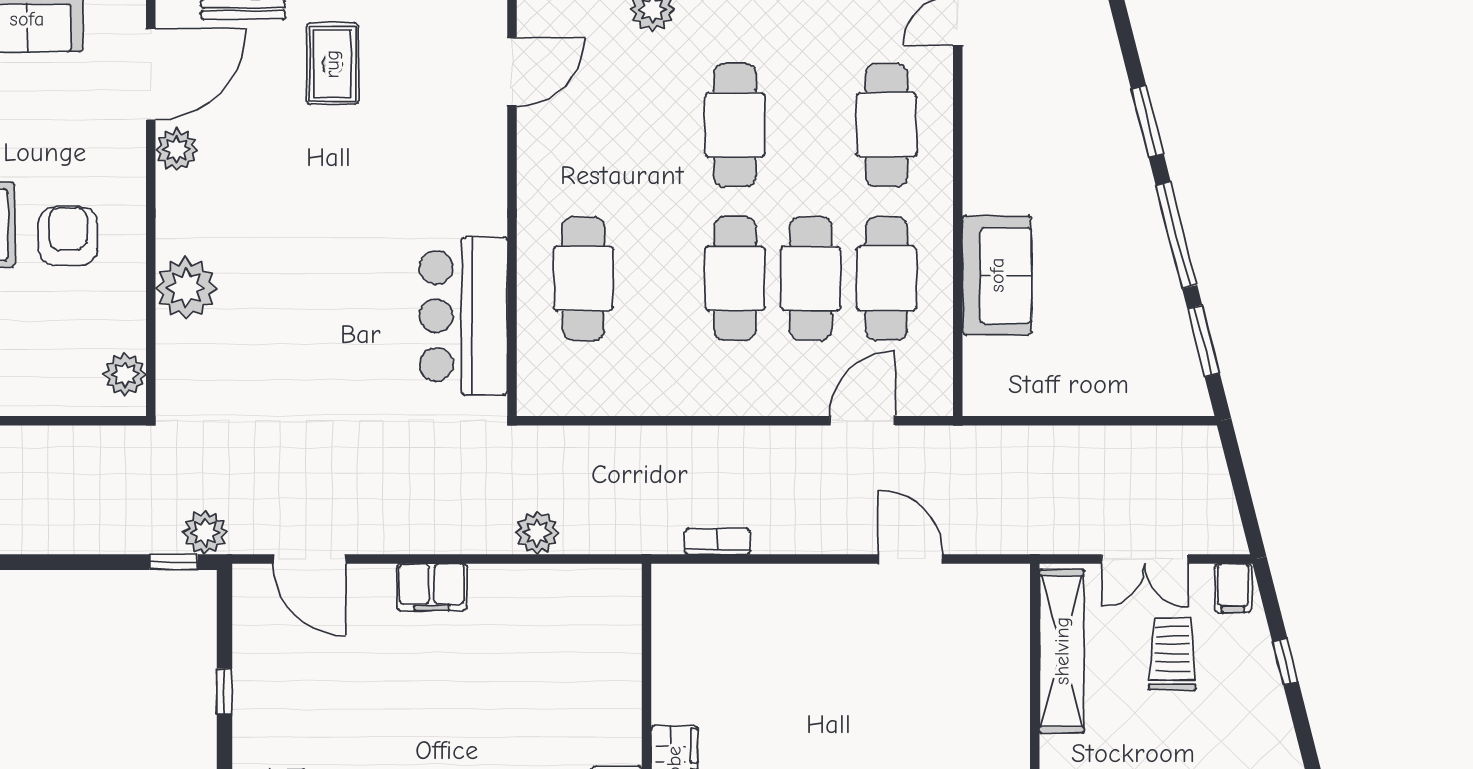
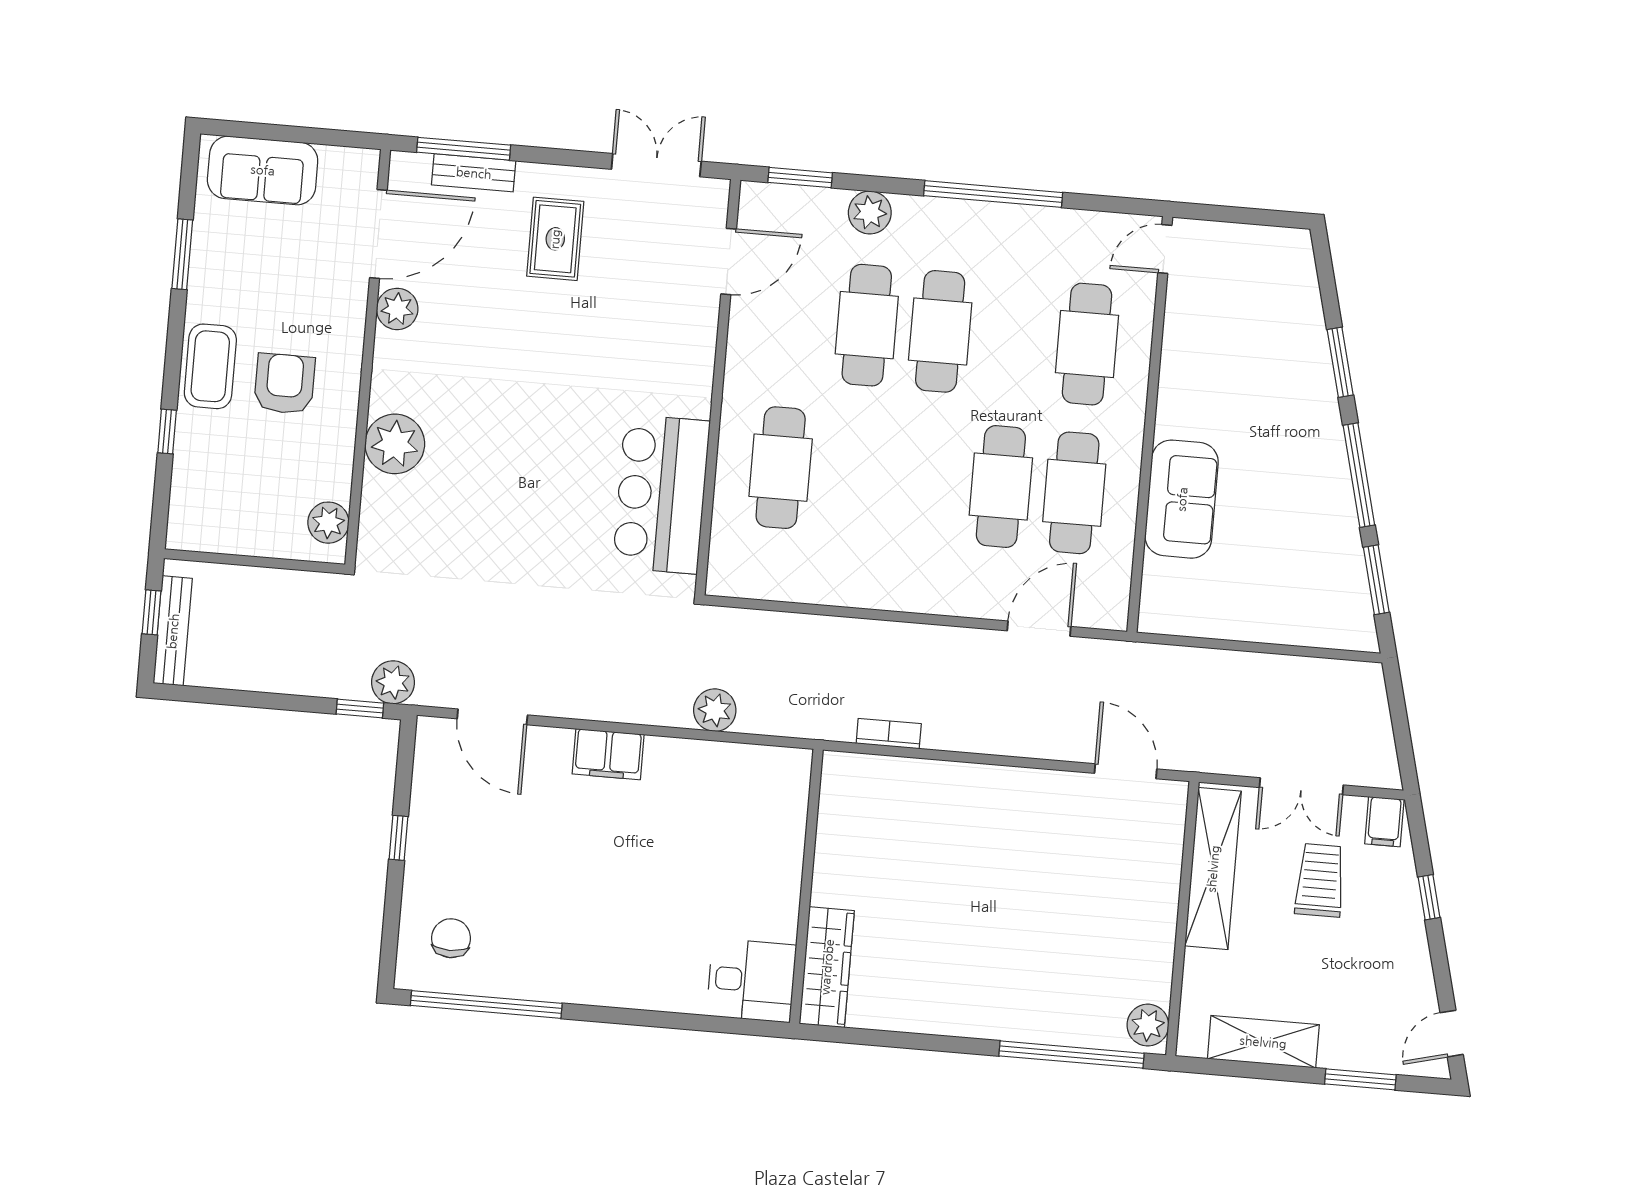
cafe table: (735, 278) -> (867, 325), moved
door: (910, 559) -> (1126, 771), moved

